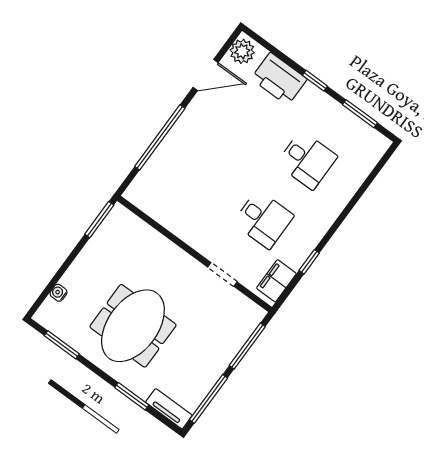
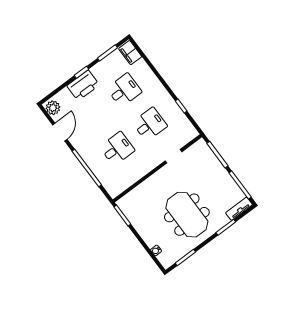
printer: (279, 79) -> (83, 85), moved
desk: (207, 178) -> (117, 149), added
filing cabinet: (276, 281) -> (130, 53), moved

